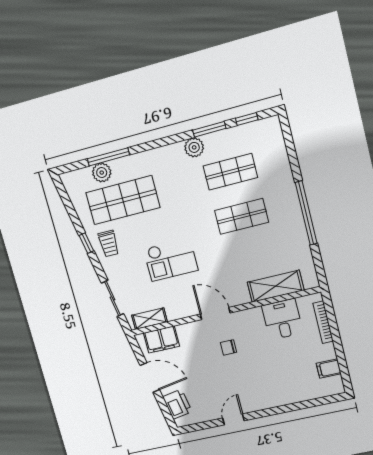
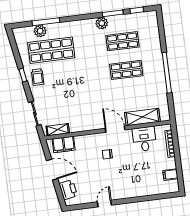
checkout: (171, 260) -> (77, 92), removed
door: (215, 314) -> (115, 129), moved

